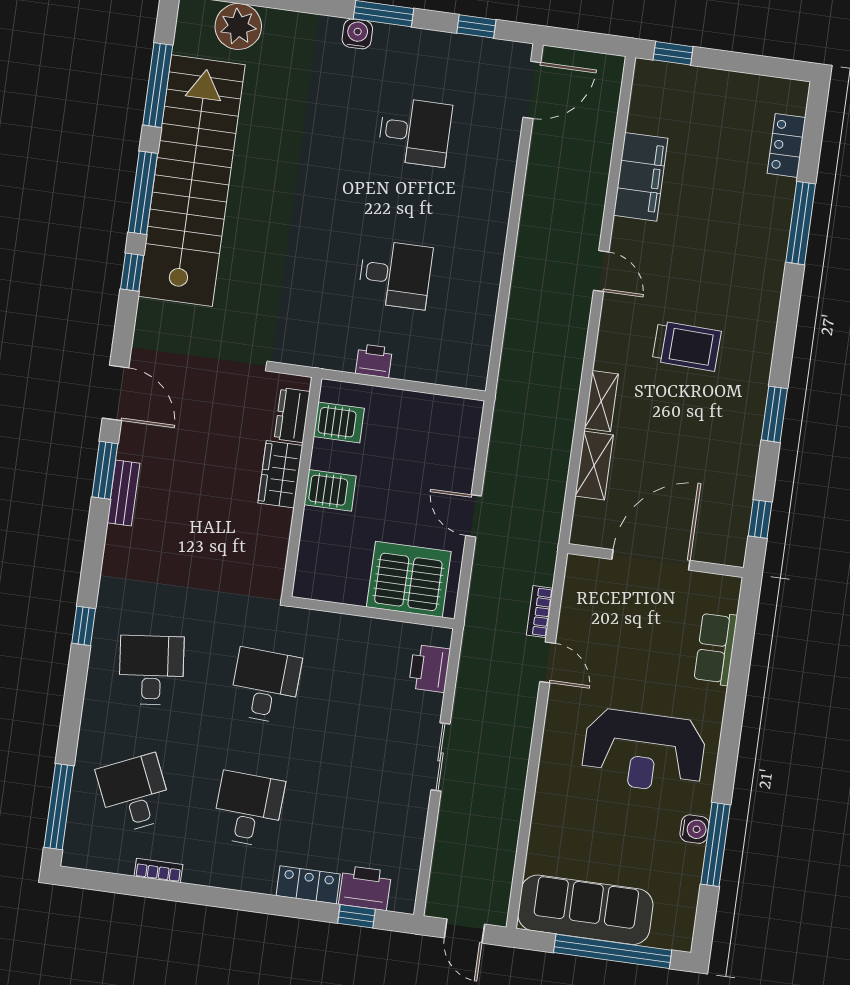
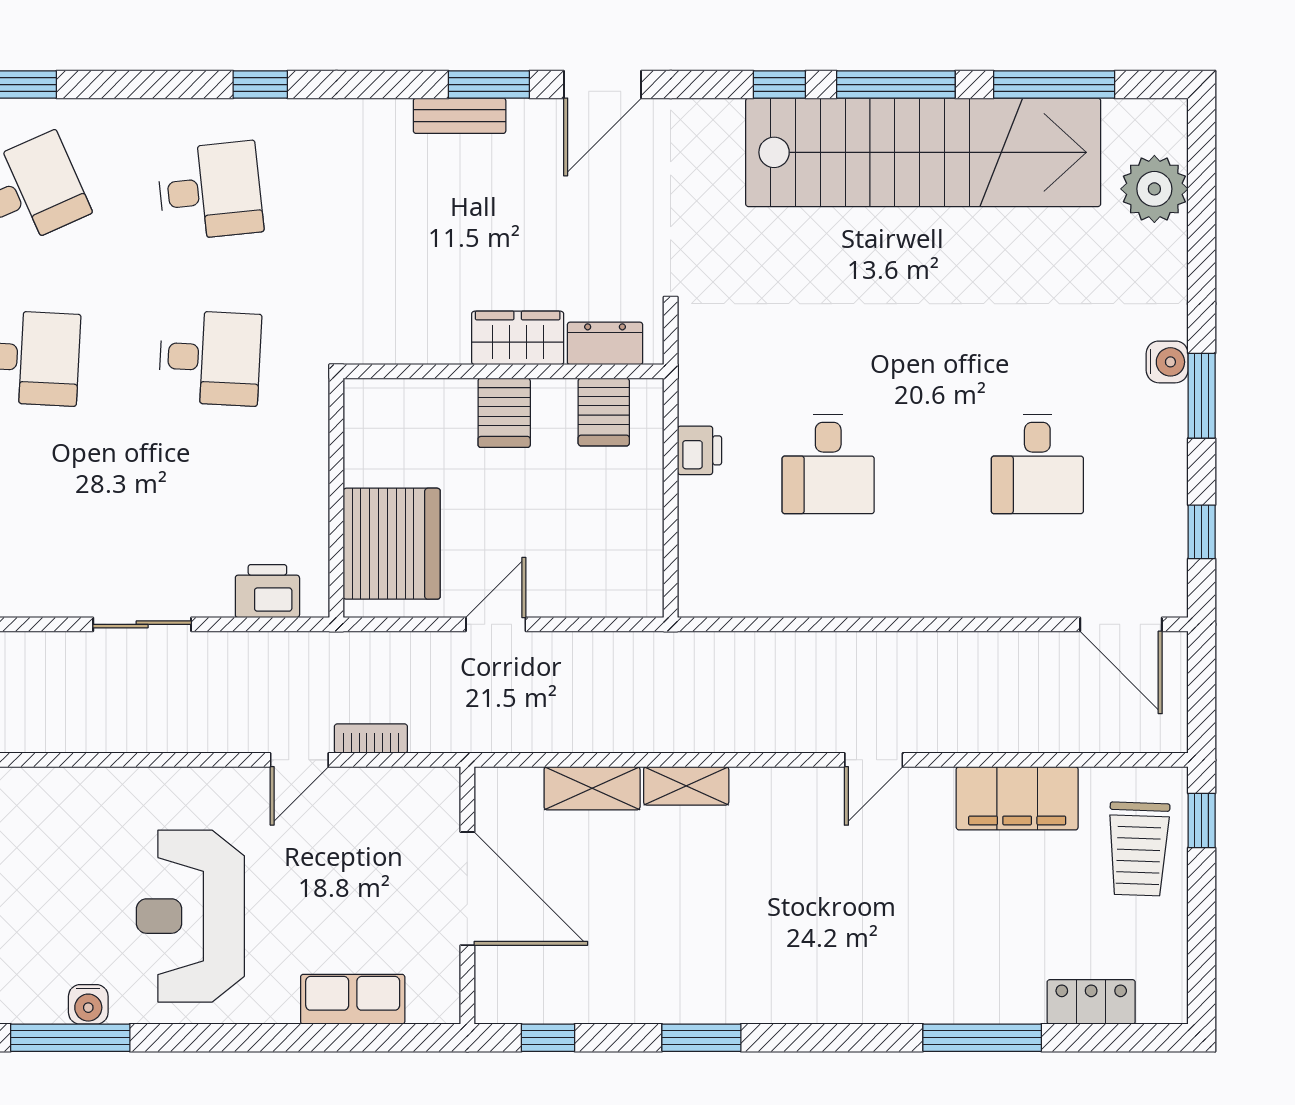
trolley: (687, 346) -> (1139, 849), moved

